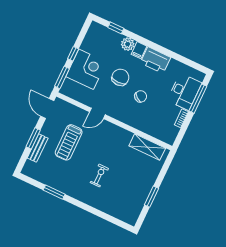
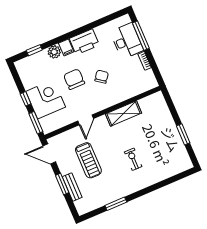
shelving: (147, 147) -> (124, 114), moved

